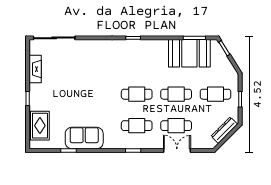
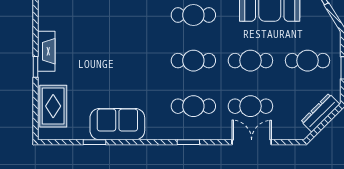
cafe table: (137, 63) -> (193, 15), added
fireplace: (35, 69) -> (46, 51), moved

